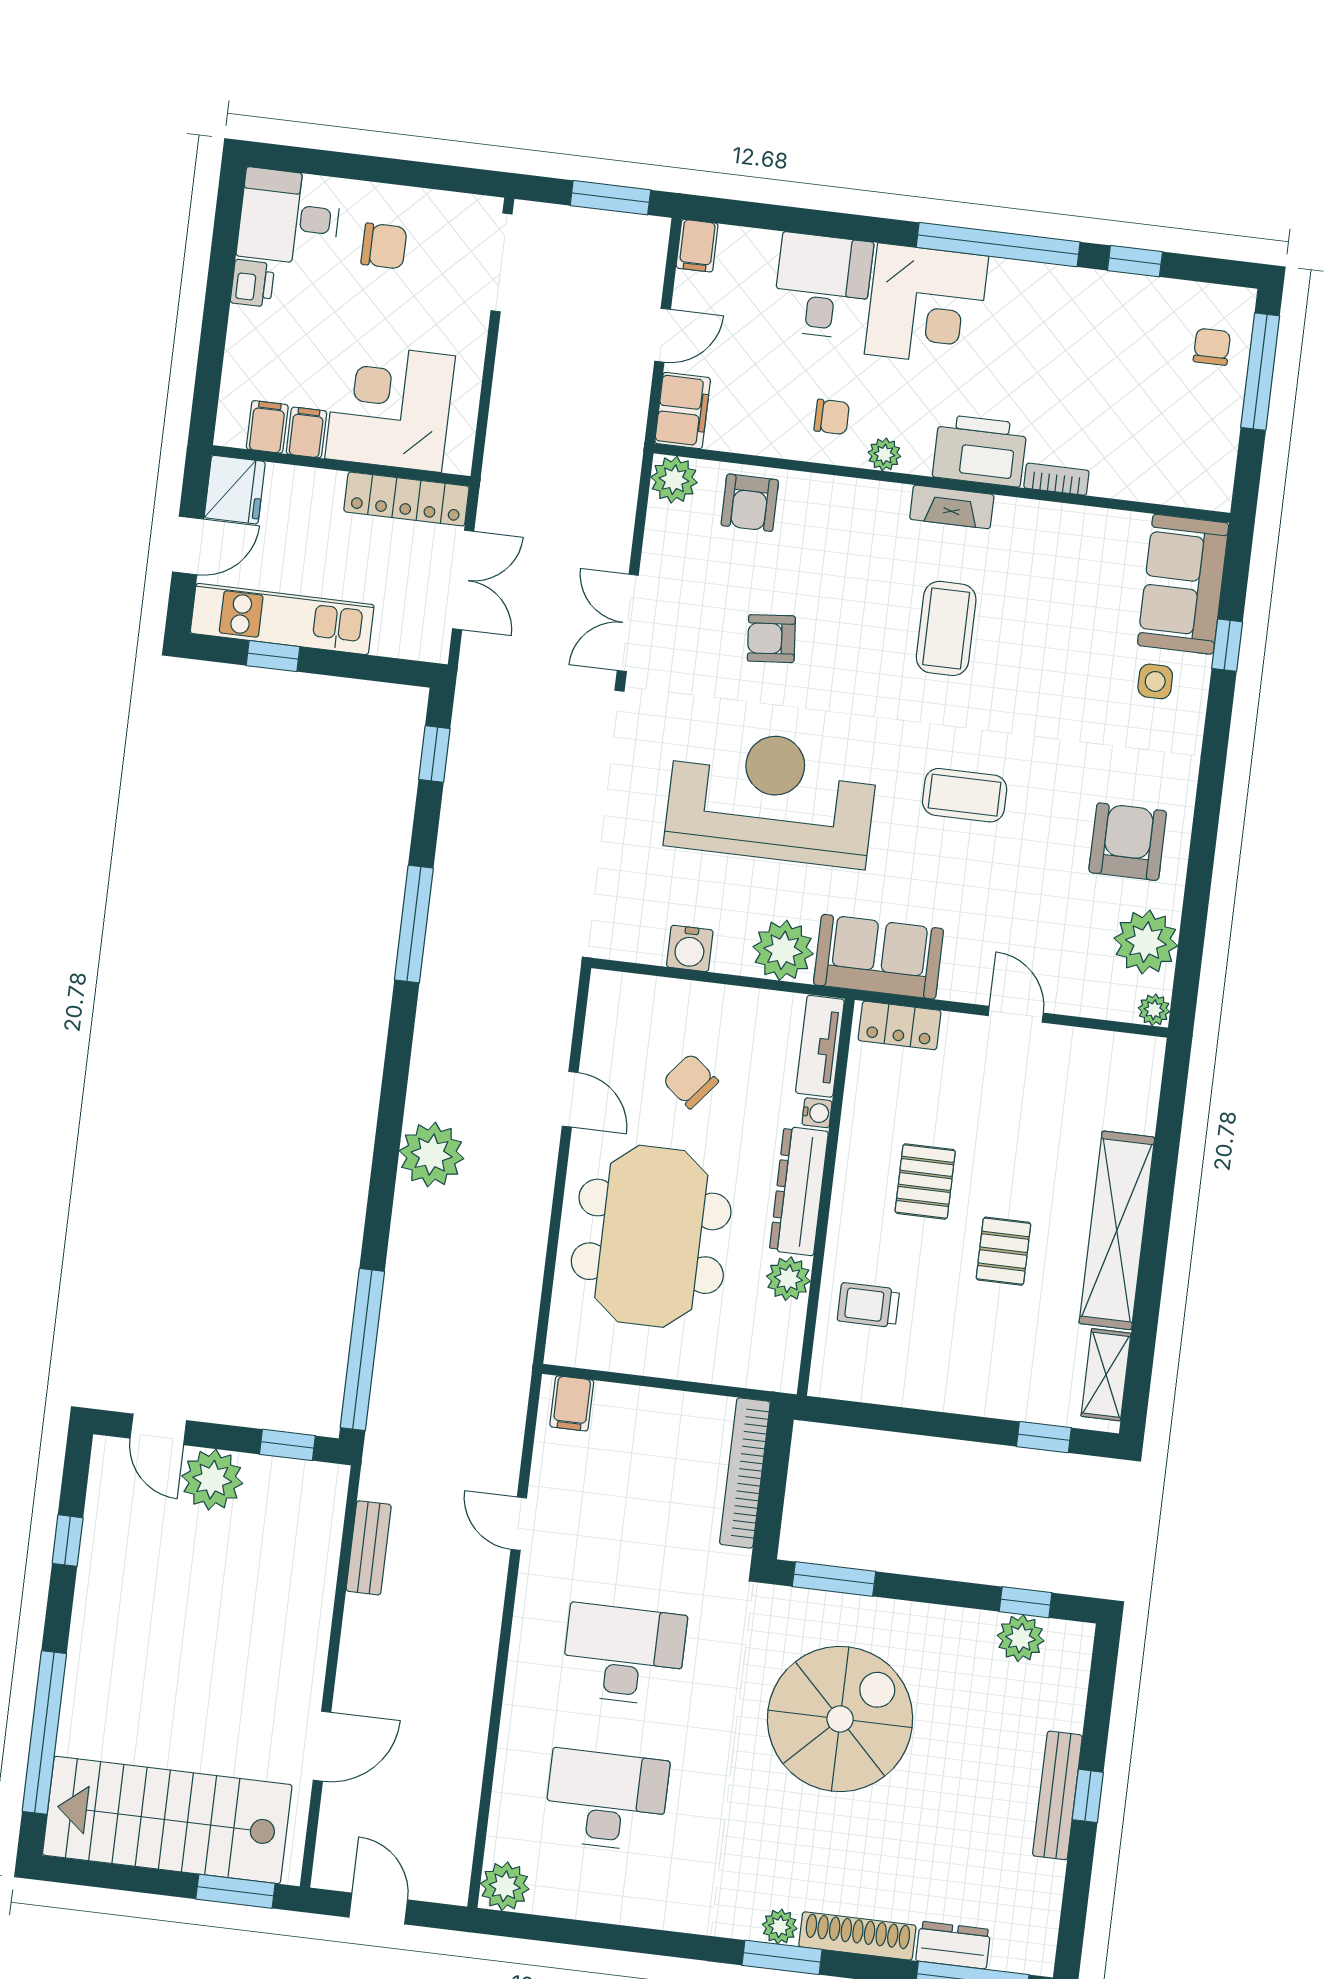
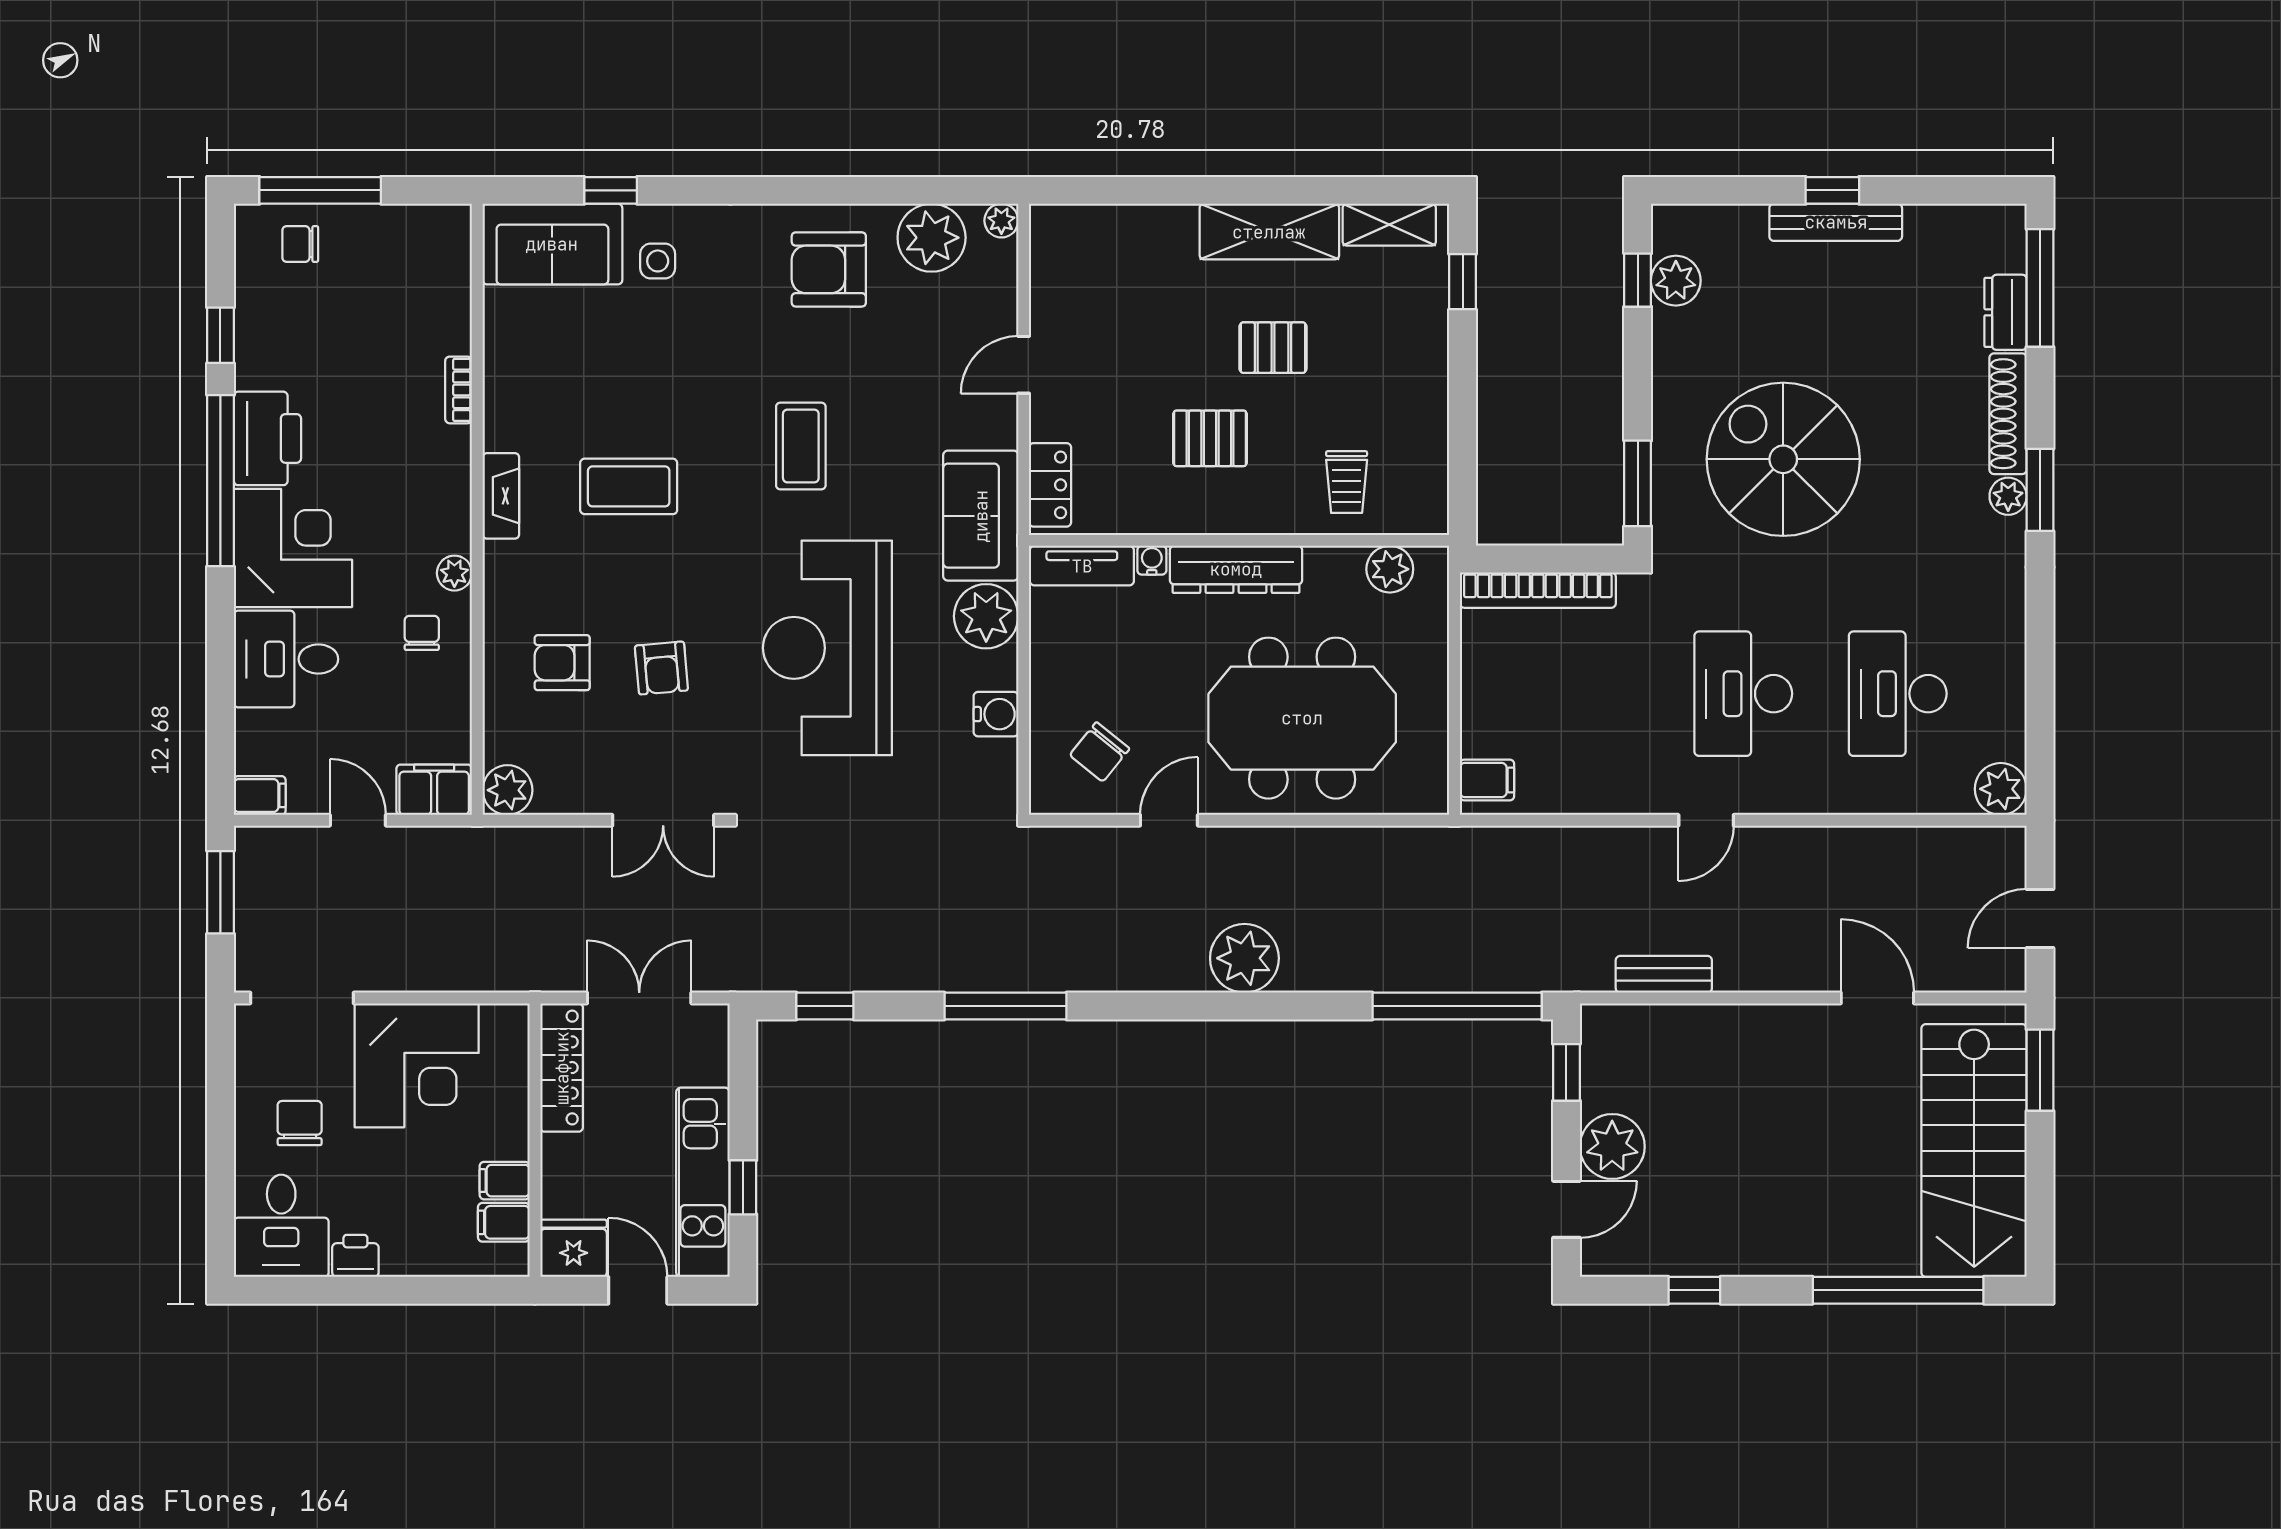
corner desk: (390, 407) -> (417, 1065), moved, turned -90
printer: (980, 451) -> (267, 438), moved, turned 180
armchair: (750, 503) -> (562, 663), moved, turned 180
chair: (691, 1081) -> (1100, 752), moved
shelving: (1117, 1230) -> (1269, 232), width x0.68
plant: (788, 1279) -> (1390, 569), moved
door: (519, 1524) -> (1706, 820), moved

